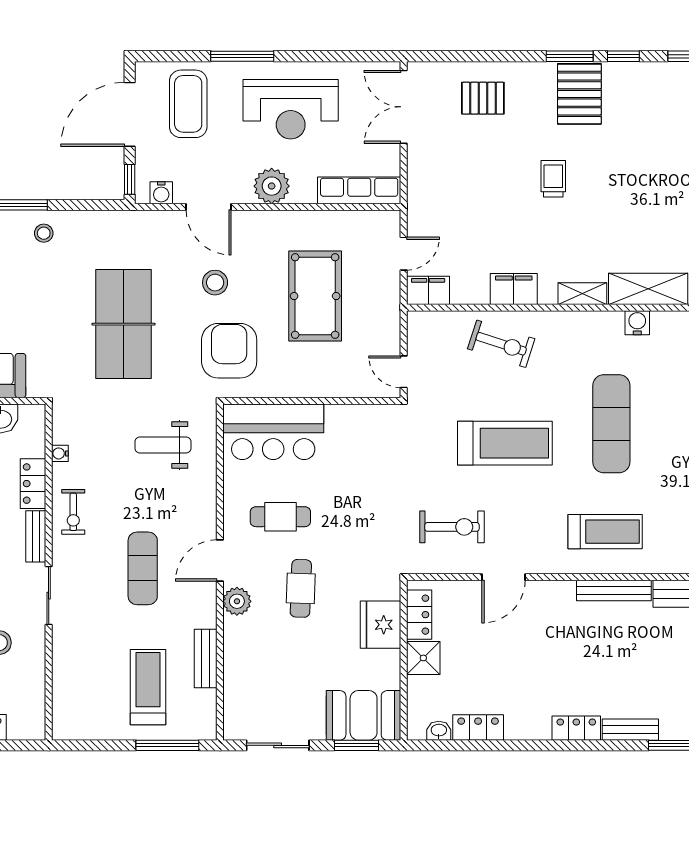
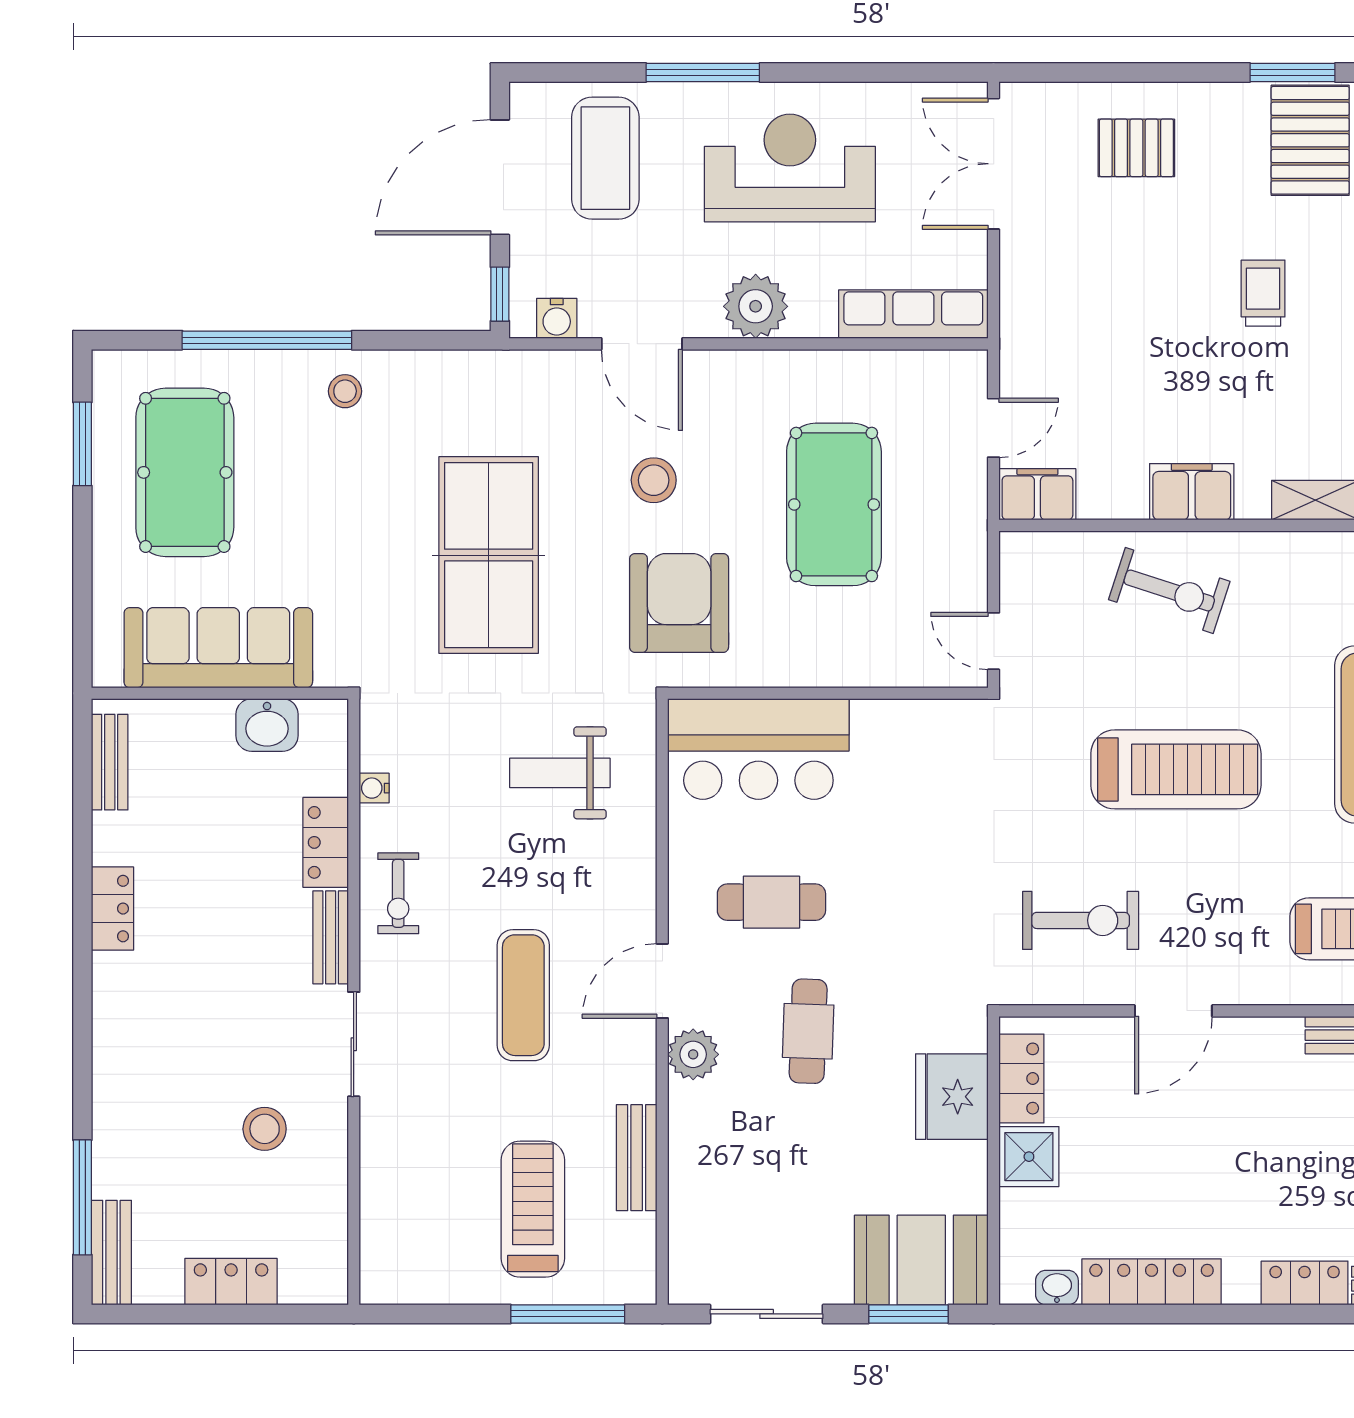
reception desk: (291, 109) -> (790, 168), turned 180
locker: (478, 727) -> (1152, 1282), width x1.53

